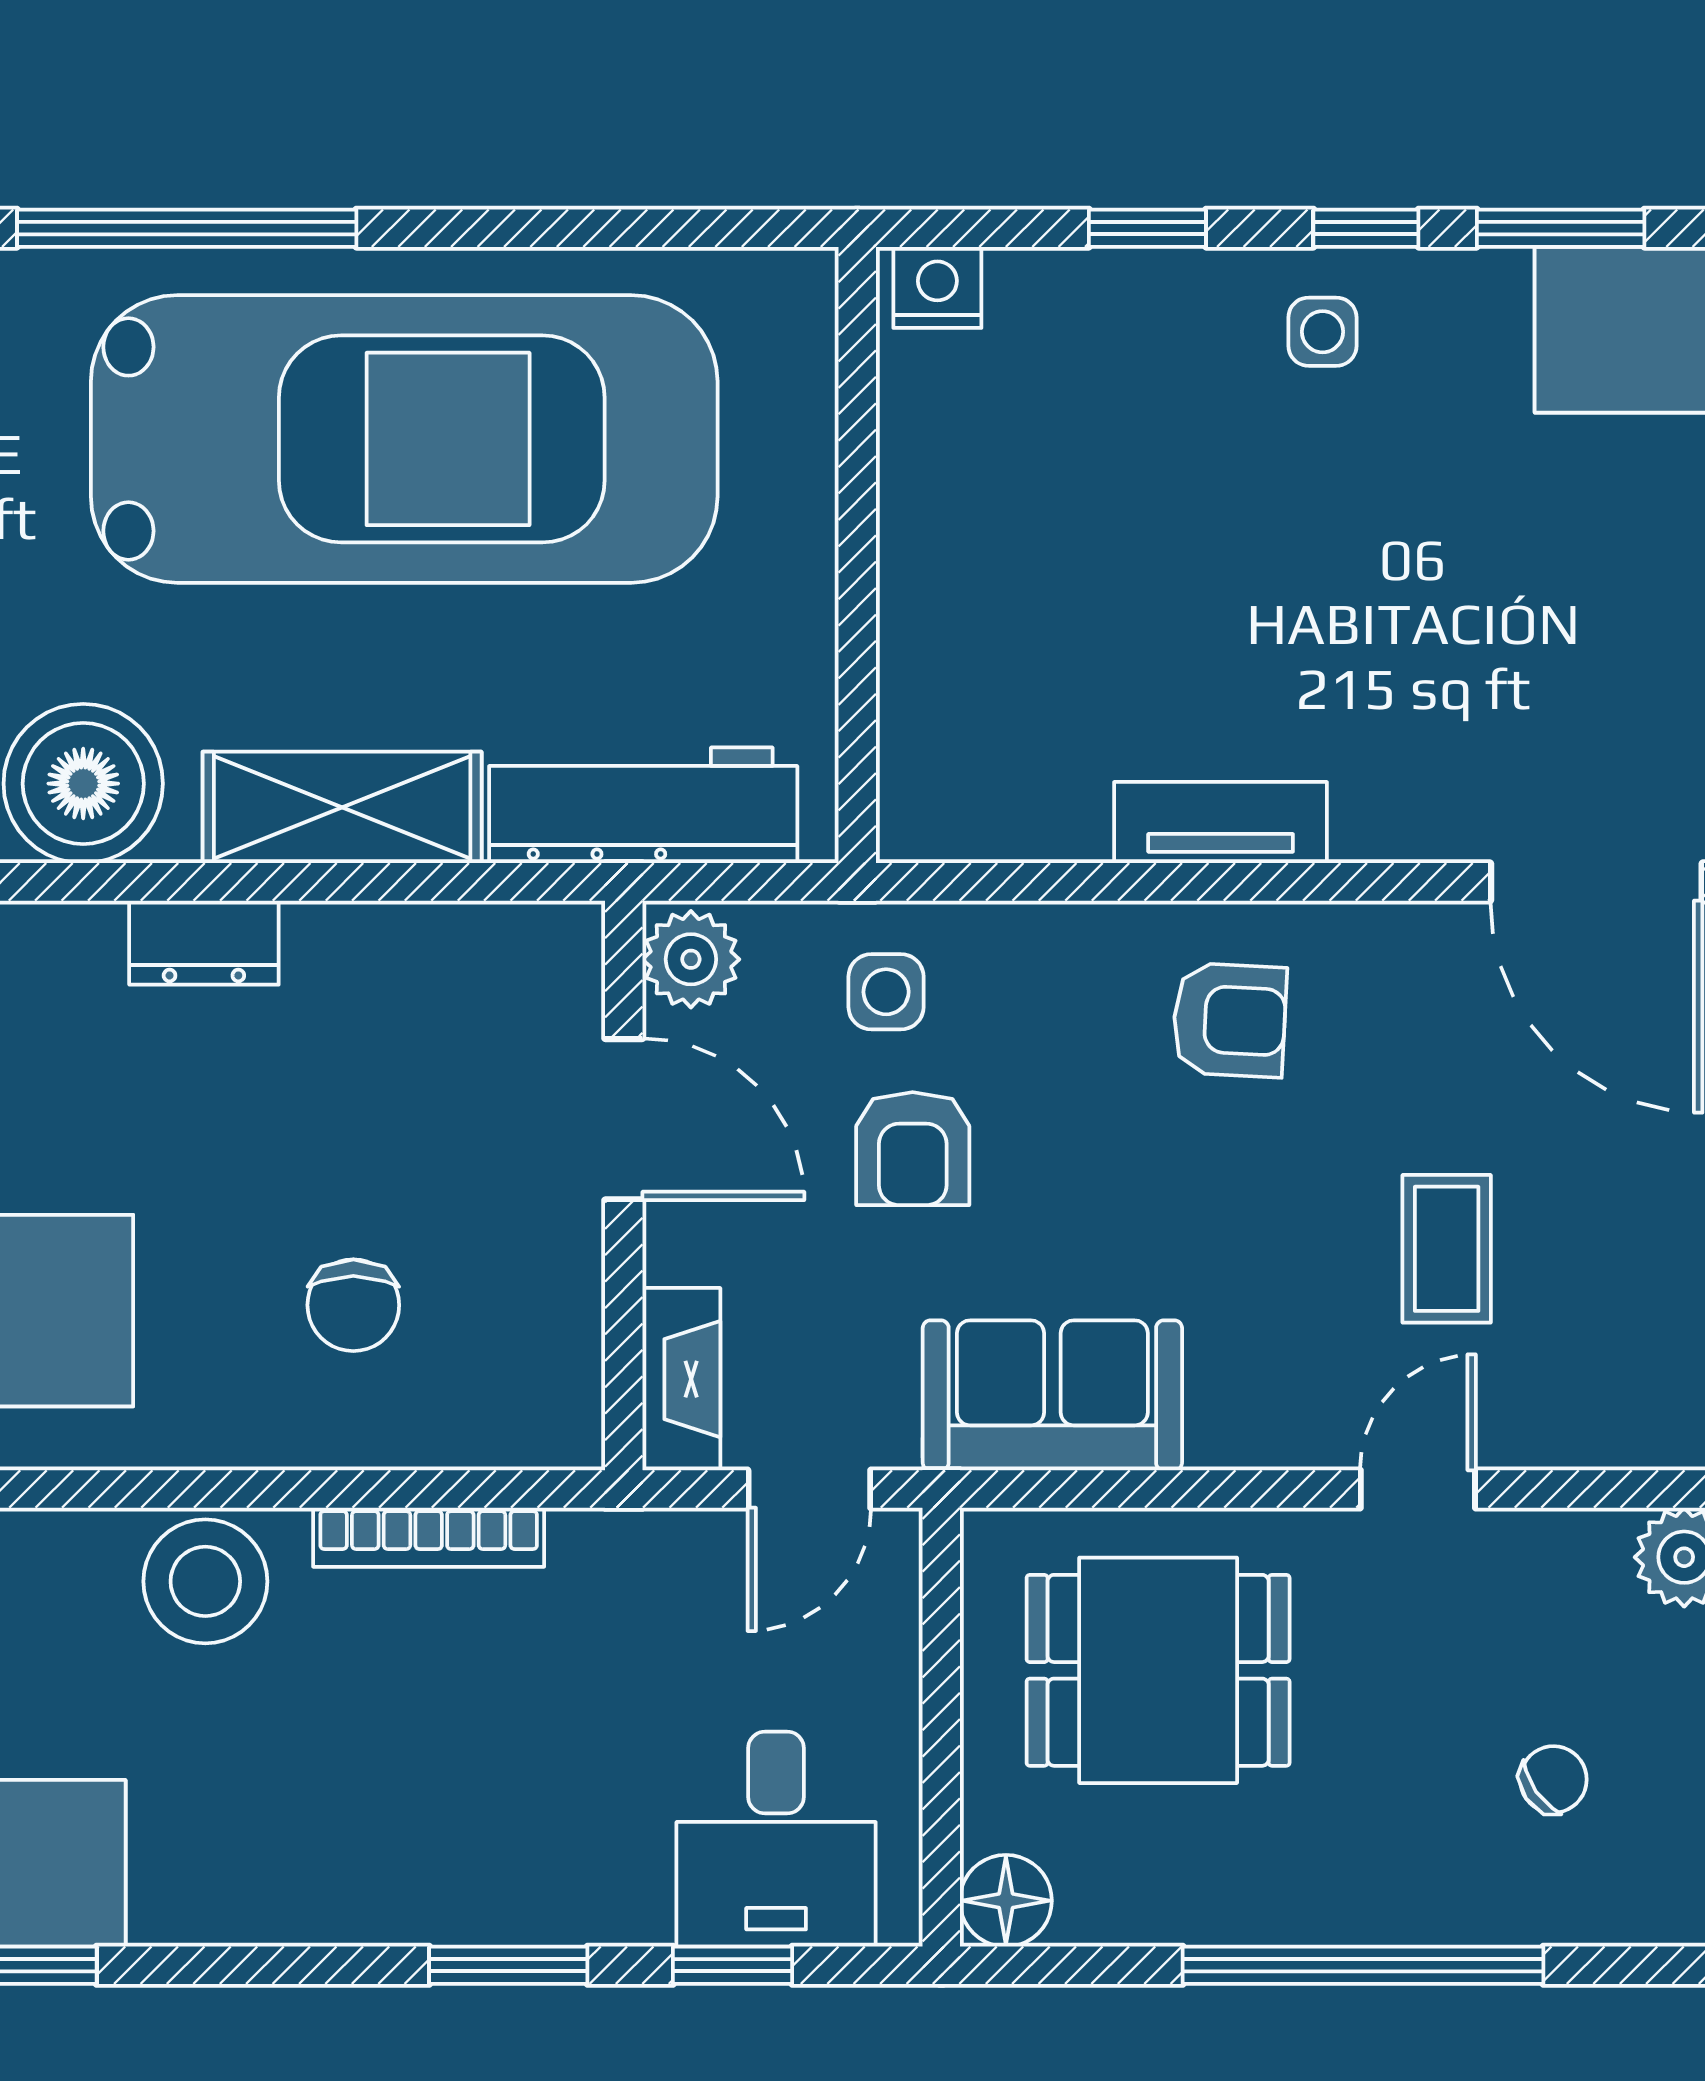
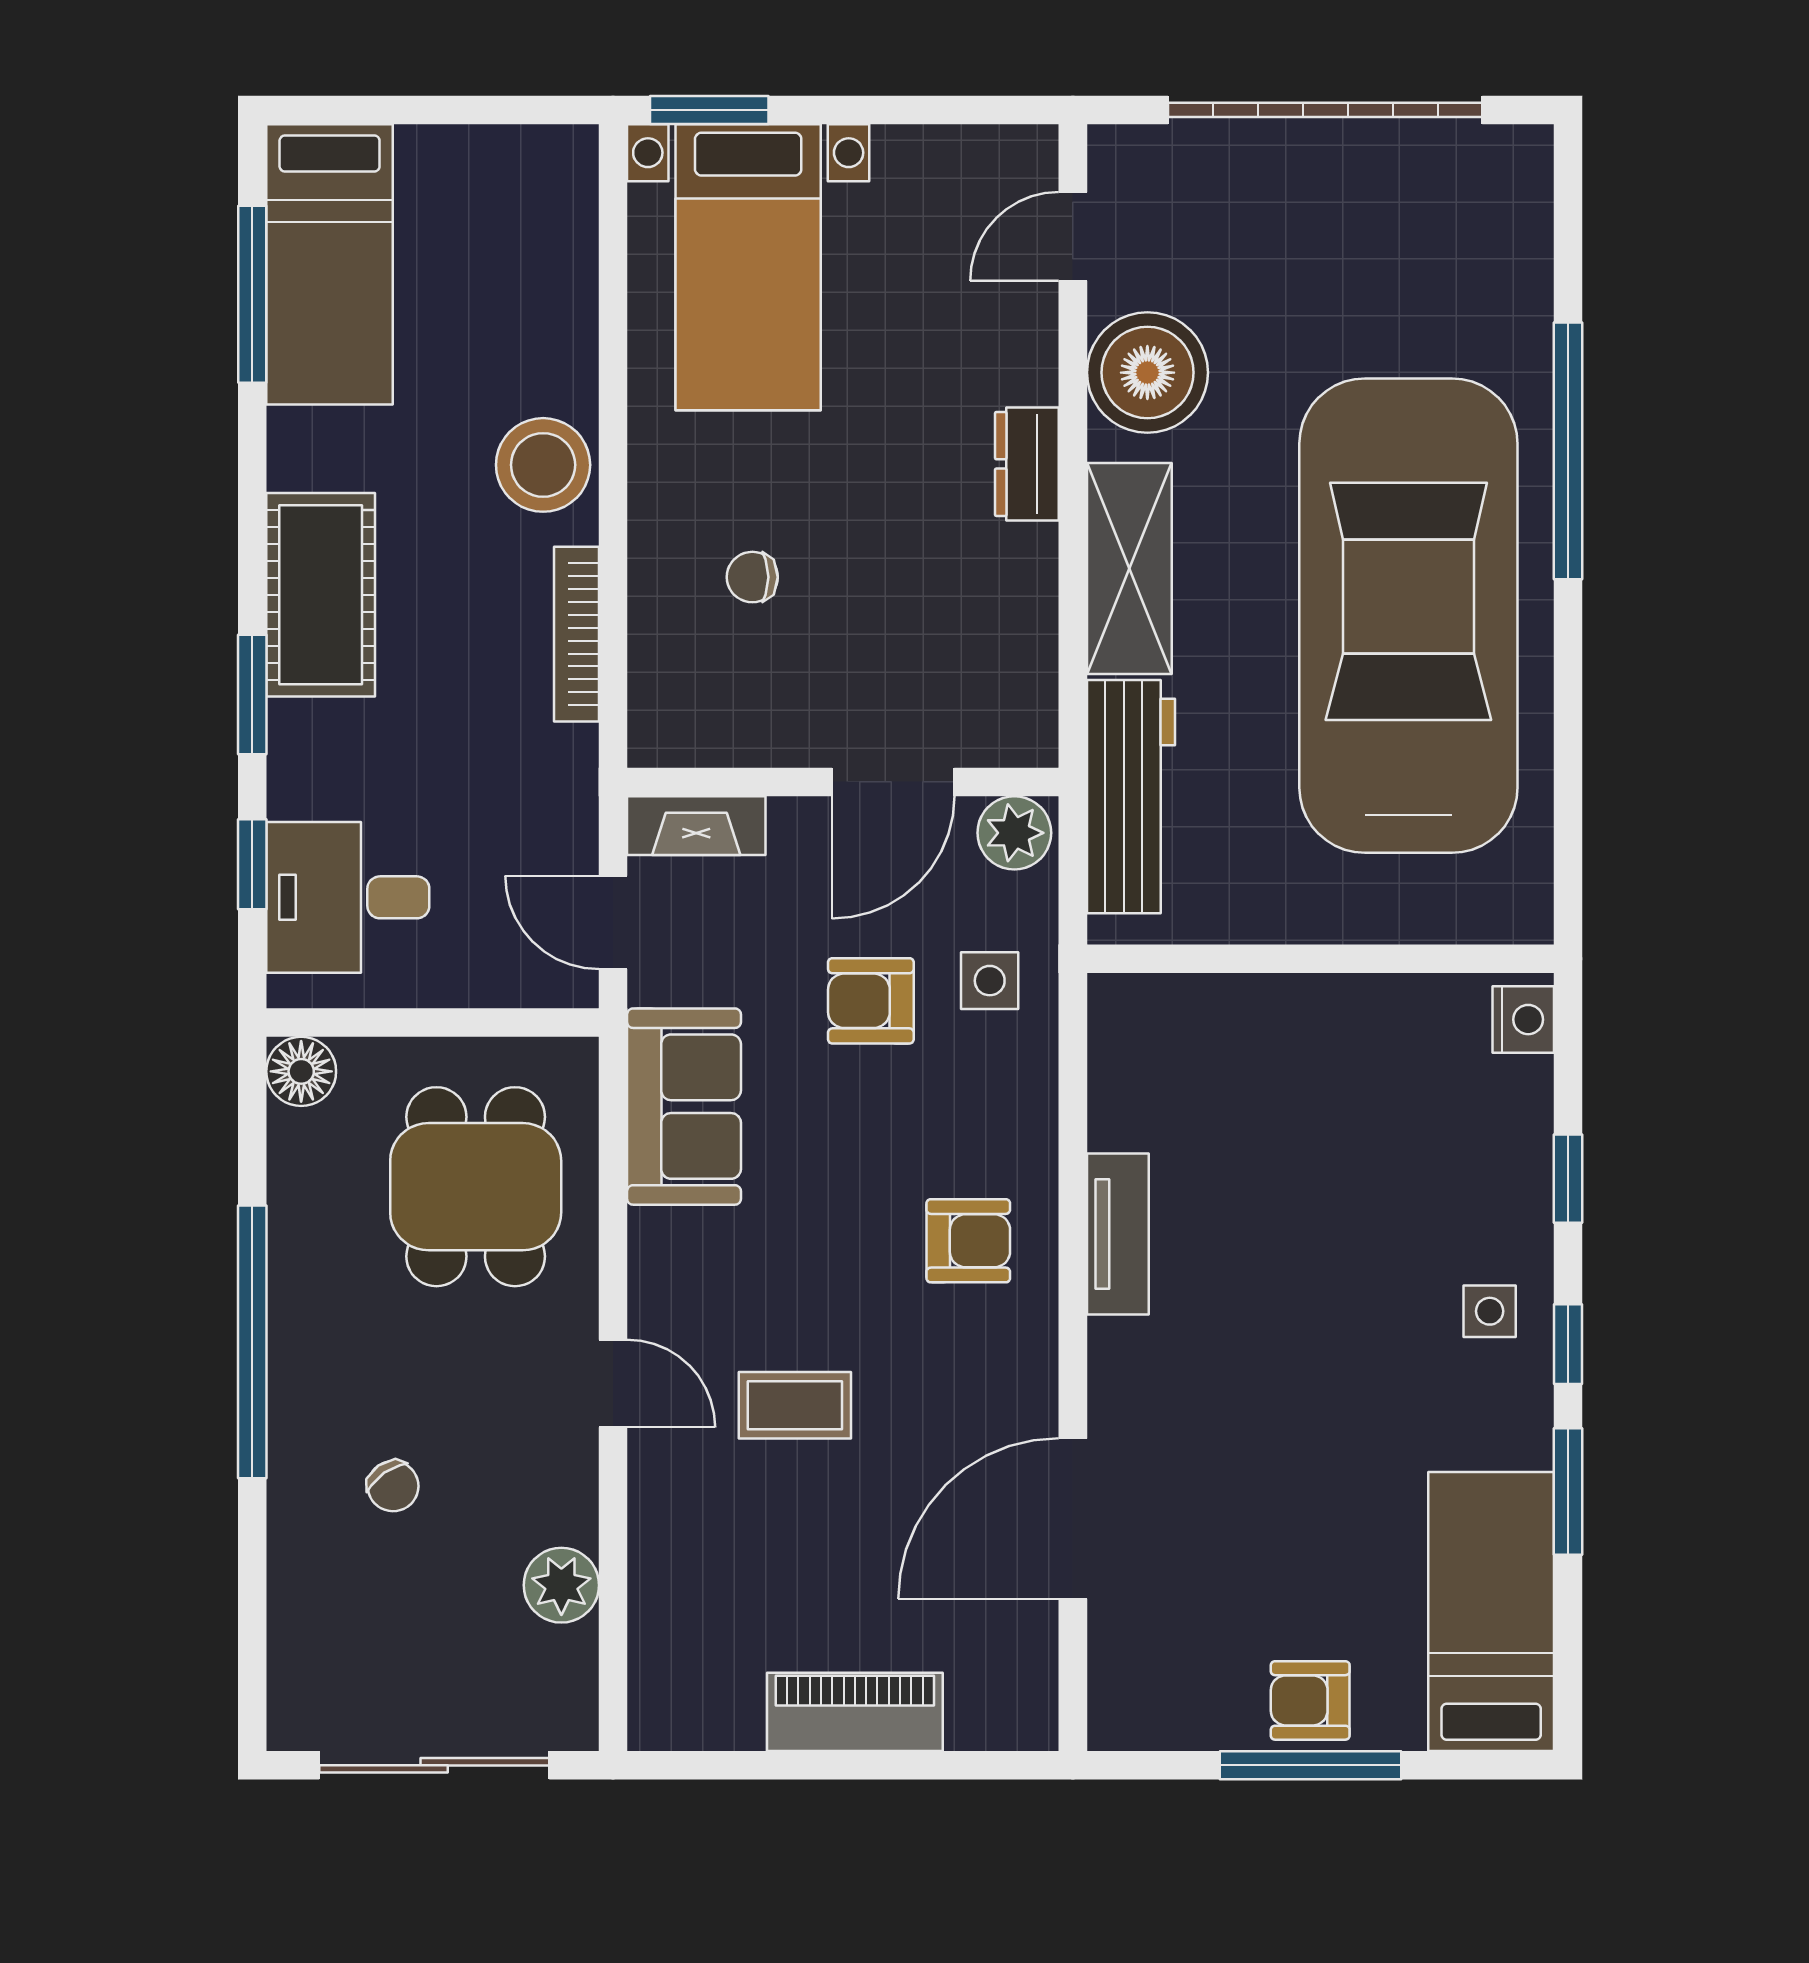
car: (404, 439) -> (1408, 616), turned 180
armchair: (1229, 1020) -> (968, 1241), turned -93
chair: (353, 1305) -> (752, 577), width x0.73, depth x0.73
cot: (377, 1875) -> (321, 595), added

